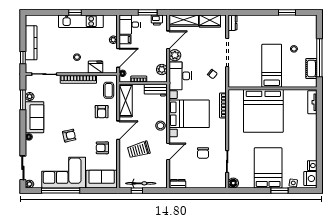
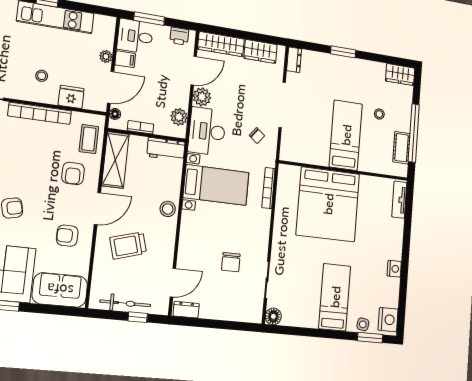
window: (148, 12) -> (149, 19), moved
window: (287, 12) -> (343, 52), moved
wardrobe: (307, 21) -> (400, 75), added
bed with nightstands: (189, 114) -> (216, 185), width x0.73
door: (168, 152) -> (173, 283), moved
nightstand: (312, 166) -> (394, 269), moved
bed: (268, 168) -> (335, 297), width x0.67
window: (137, 191) -> (138, 317), moved
window: (280, 191) -> (370, 338), moved

